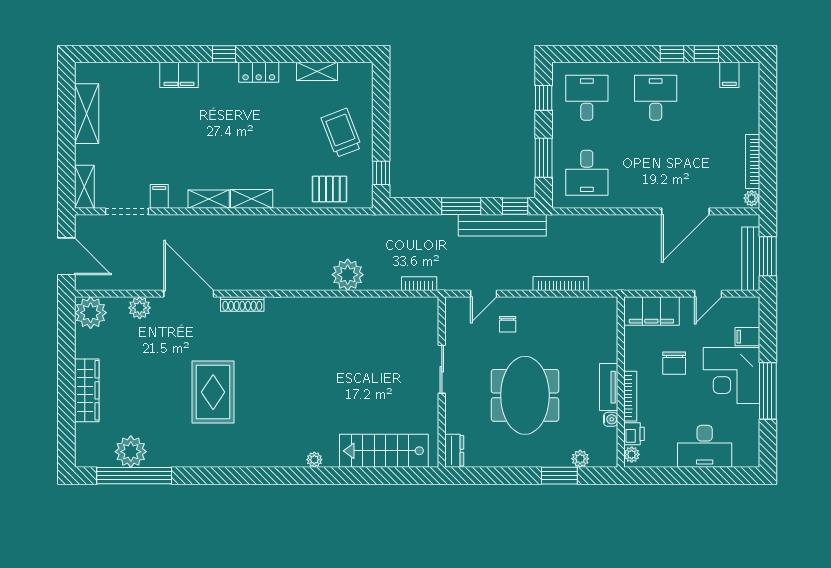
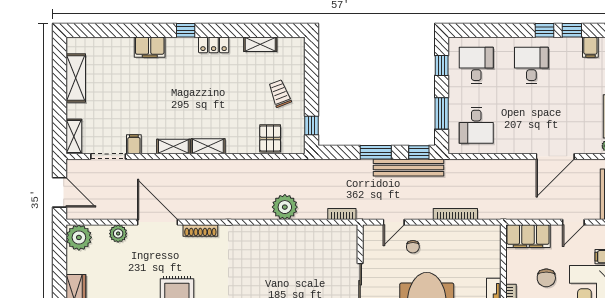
trolley: (341, 133) -> (280, 93), width x0.73, depth x0.72
pallet: (329, 189) -> (270, 138), turned 90

